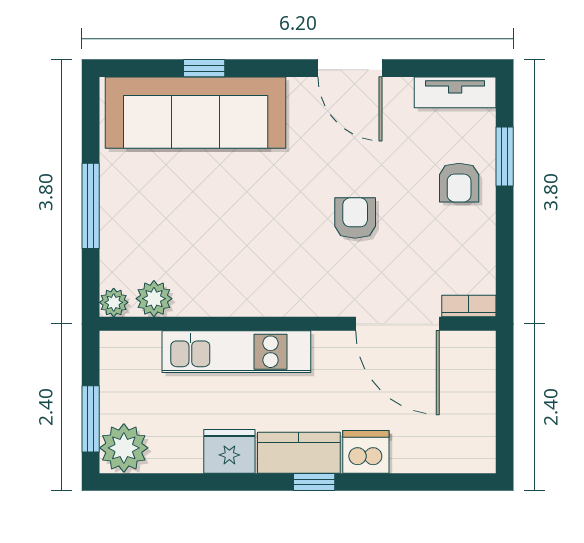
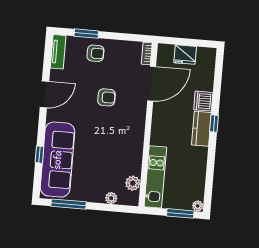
window: (91, 206) -> (69, 204), moved
armchair: (355, 218) -> (106, 97), turned 180
plant: (114, 302) -> (111, 198), moved
kitchen unit: (236, 352) -> (155, 177), moved
plant: (124, 448) -> (198, 206), width x0.53, depth x0.53
fridge: (229, 451) -> (185, 55), moved, turned -90

